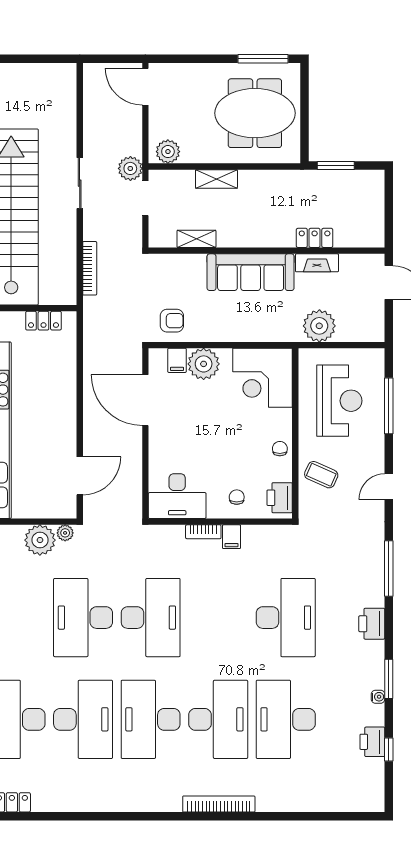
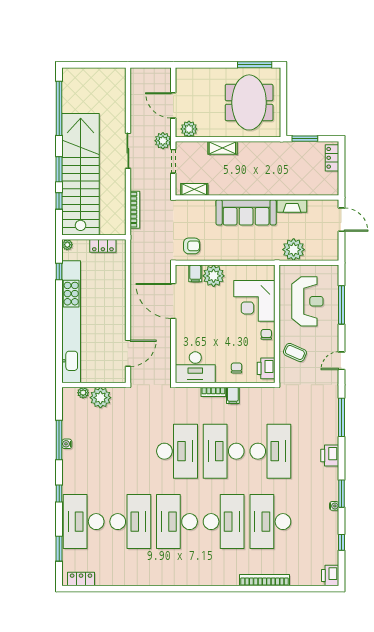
door: (145, 87) -> (173, 105), moved
meeting table: (255, 113) -> (249, 102), turned 90
locker: (315, 238) -> (332, 158), moved, turned -90
shelving: (196, 239) -> (194, 189), moved
corner desk: (263, 378) -> (254, 301), moved
plant: (65, 533) -> (83, 393), moved
desk: (83, 618) -> (224, 451), moved
printer: (372, 742) -> (330, 575), moved
bookcase: (219, 804) -> (264, 580), moved

